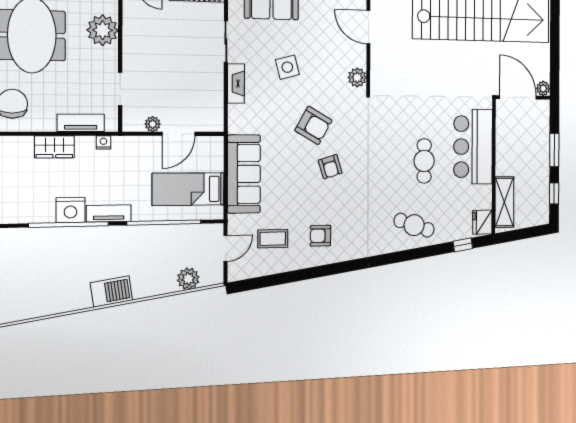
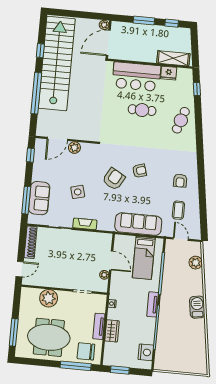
plant: (357, 77) -> (74, 148), moved
tv unit: (81, 123) -> (99, 326), moved
nightstand: (70, 210) -> (146, 352), moved
fridge: (482, 222) -> (169, 73), moved

